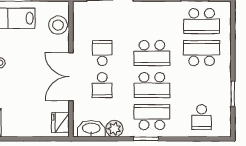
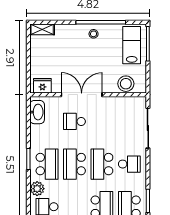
school desk: (102, 53) -> (129, 164), moved
plant: (114, 129) -> (37, 189), moved

